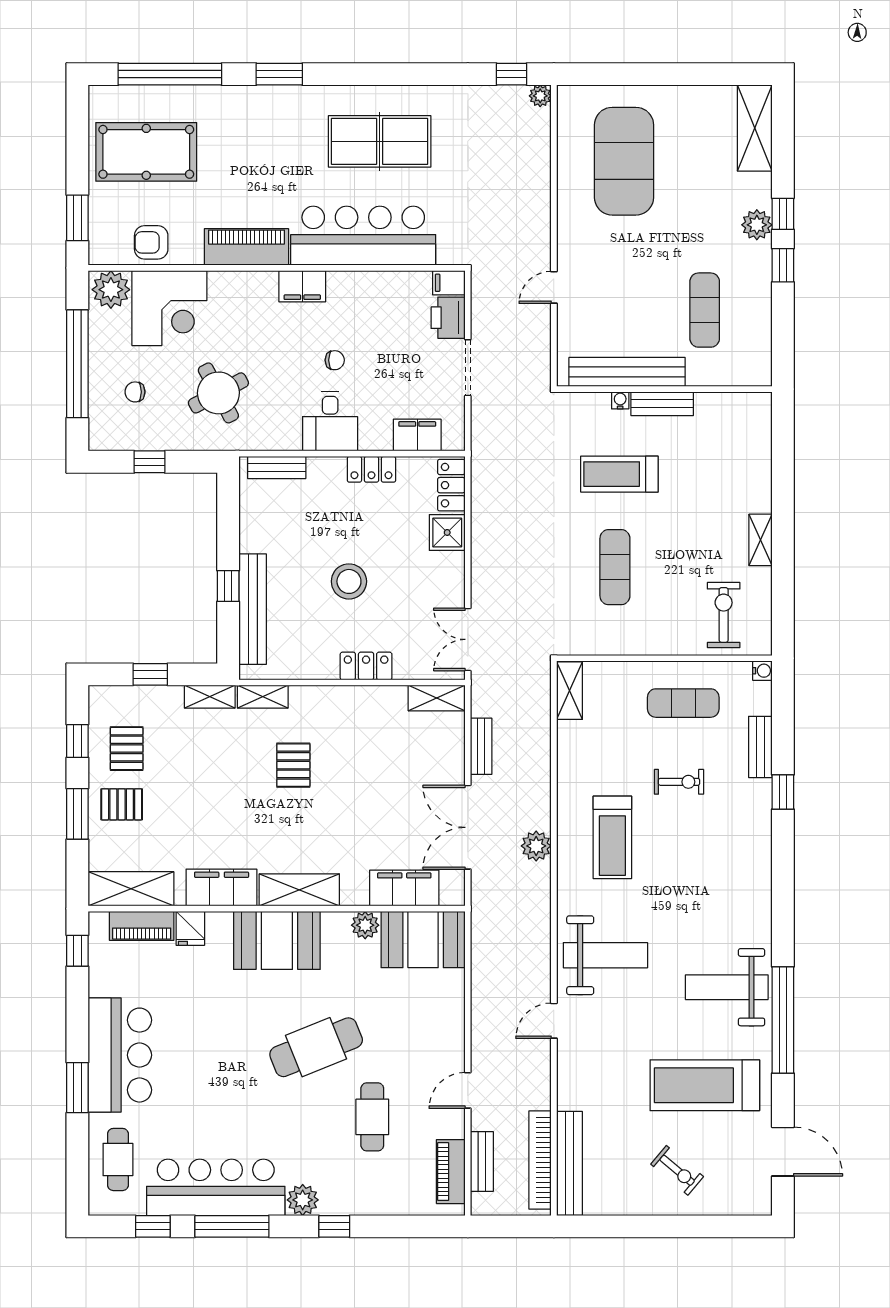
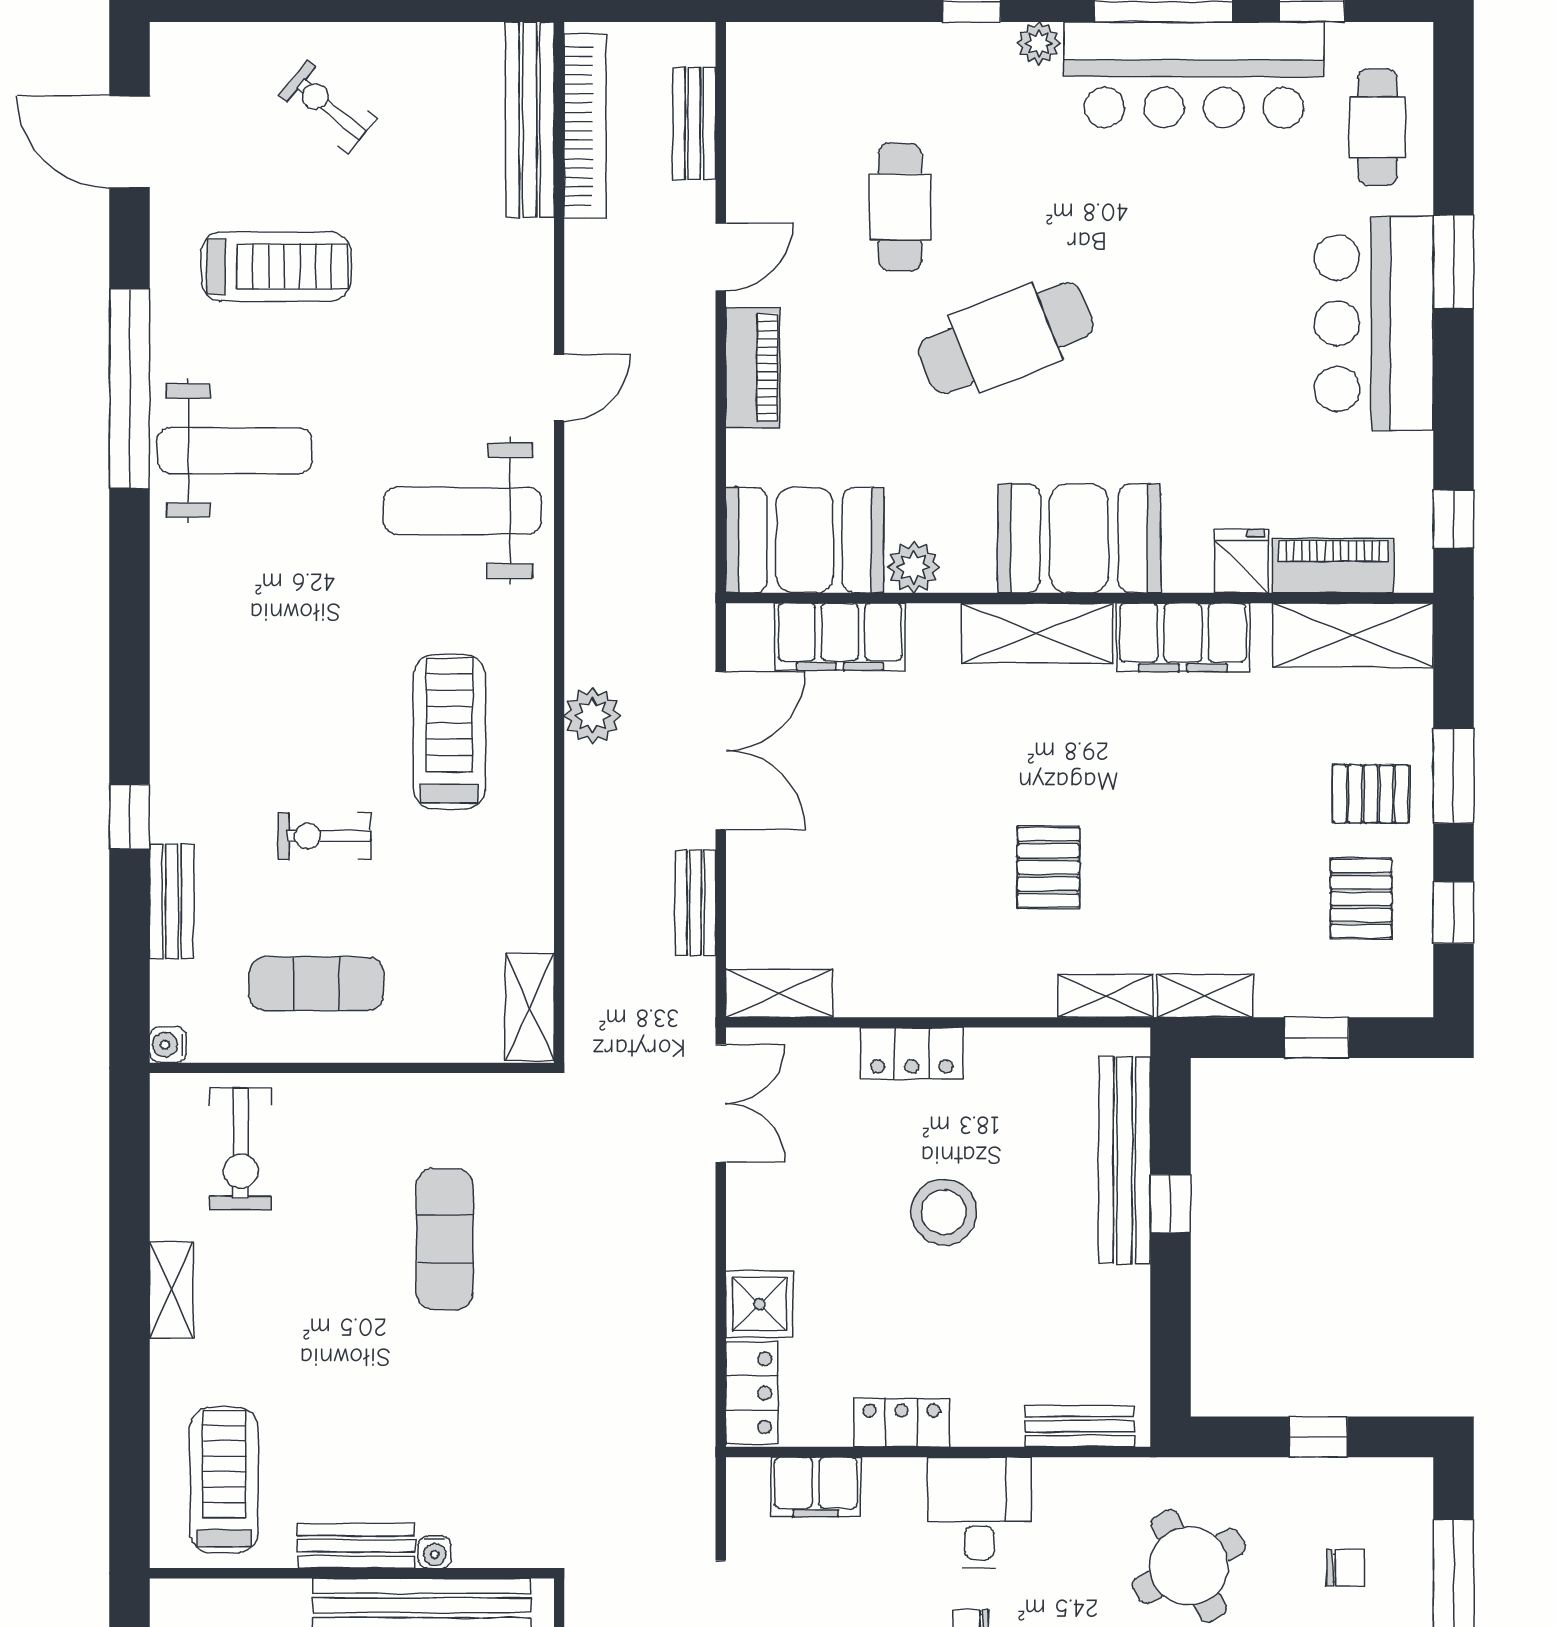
treadmill: (619, 474) -> (224, 1480), moved, turned -90
treadmill: (705, 1085) -> (276, 266), width x0.73, depth x0.73
piano: (451, 1172) -> (753, 368), moved
plant: (303, 1200) -> (1039, 43), width x0.73, depth x0.73

